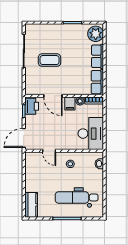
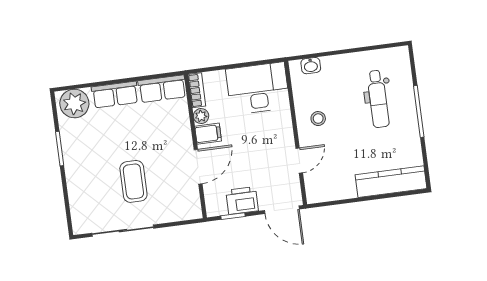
printer: (32, 106) -> (242, 201), moved
dental chair: (77, 197) -> (378, 99), width x0.73, depth x0.72
kitchen counter: (31, 205) -> (391, 182), width x1.50

